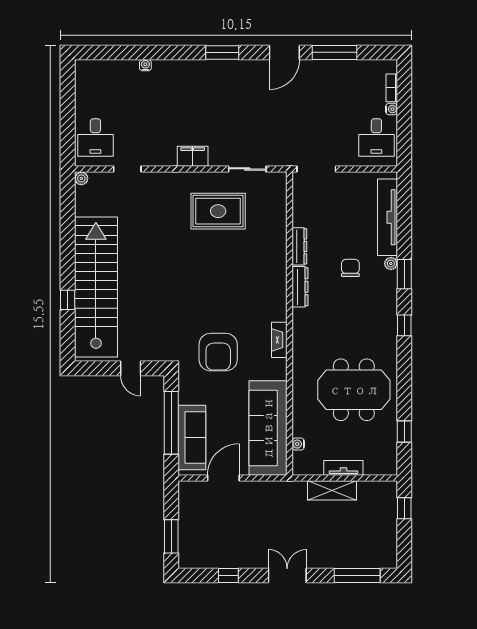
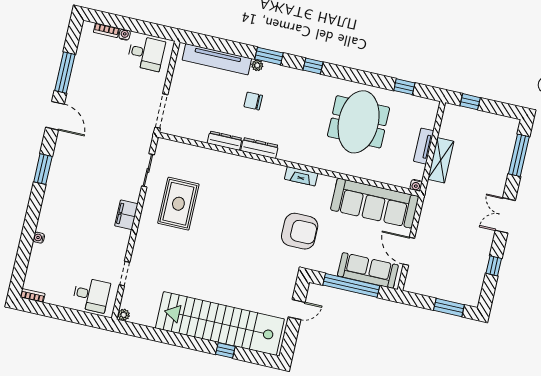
bookcase: (80, 73) -> (32, 295), added
water cooler: (298, 444) -> (416, 185), moved

